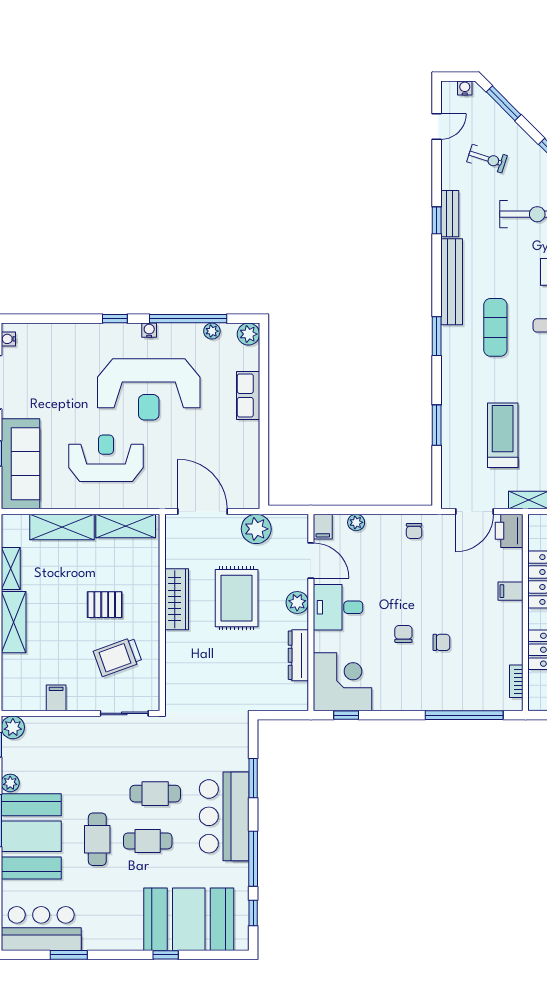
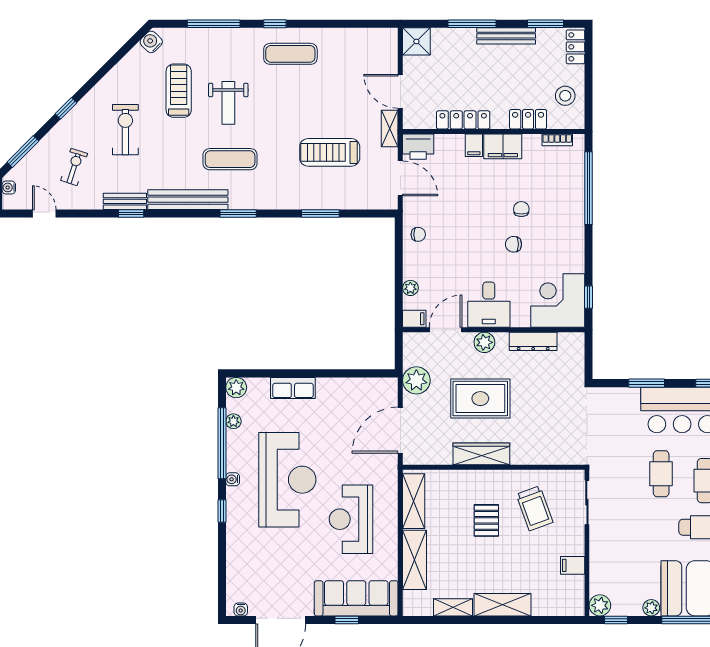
filing cabinet: (509, 622) -> (503, 146), added

